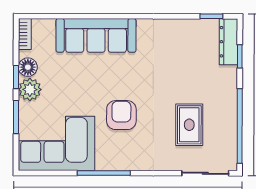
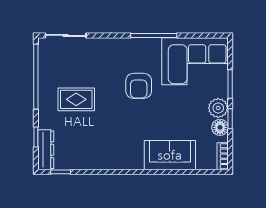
sofa: (96, 35) -> (170, 155), width x0.73
rug: (189, 125) -> (76, 99), moved, turned 90

